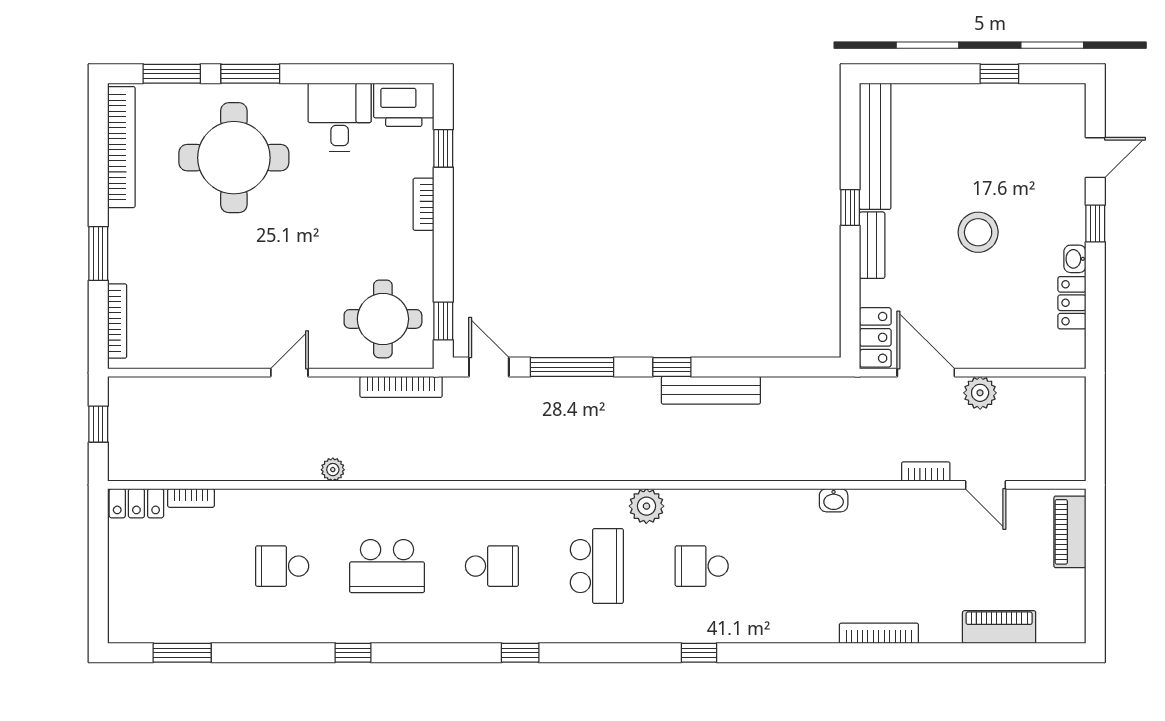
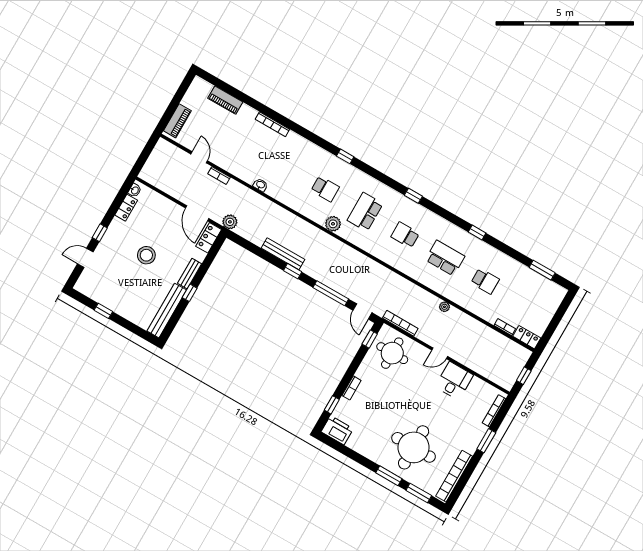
desk: (340, 117) -> (454, 381), moved, turned 180
washbasin: (1075, 259) -> (135, 190), moved
plant: (980, 393) -> (230, 222), moved

